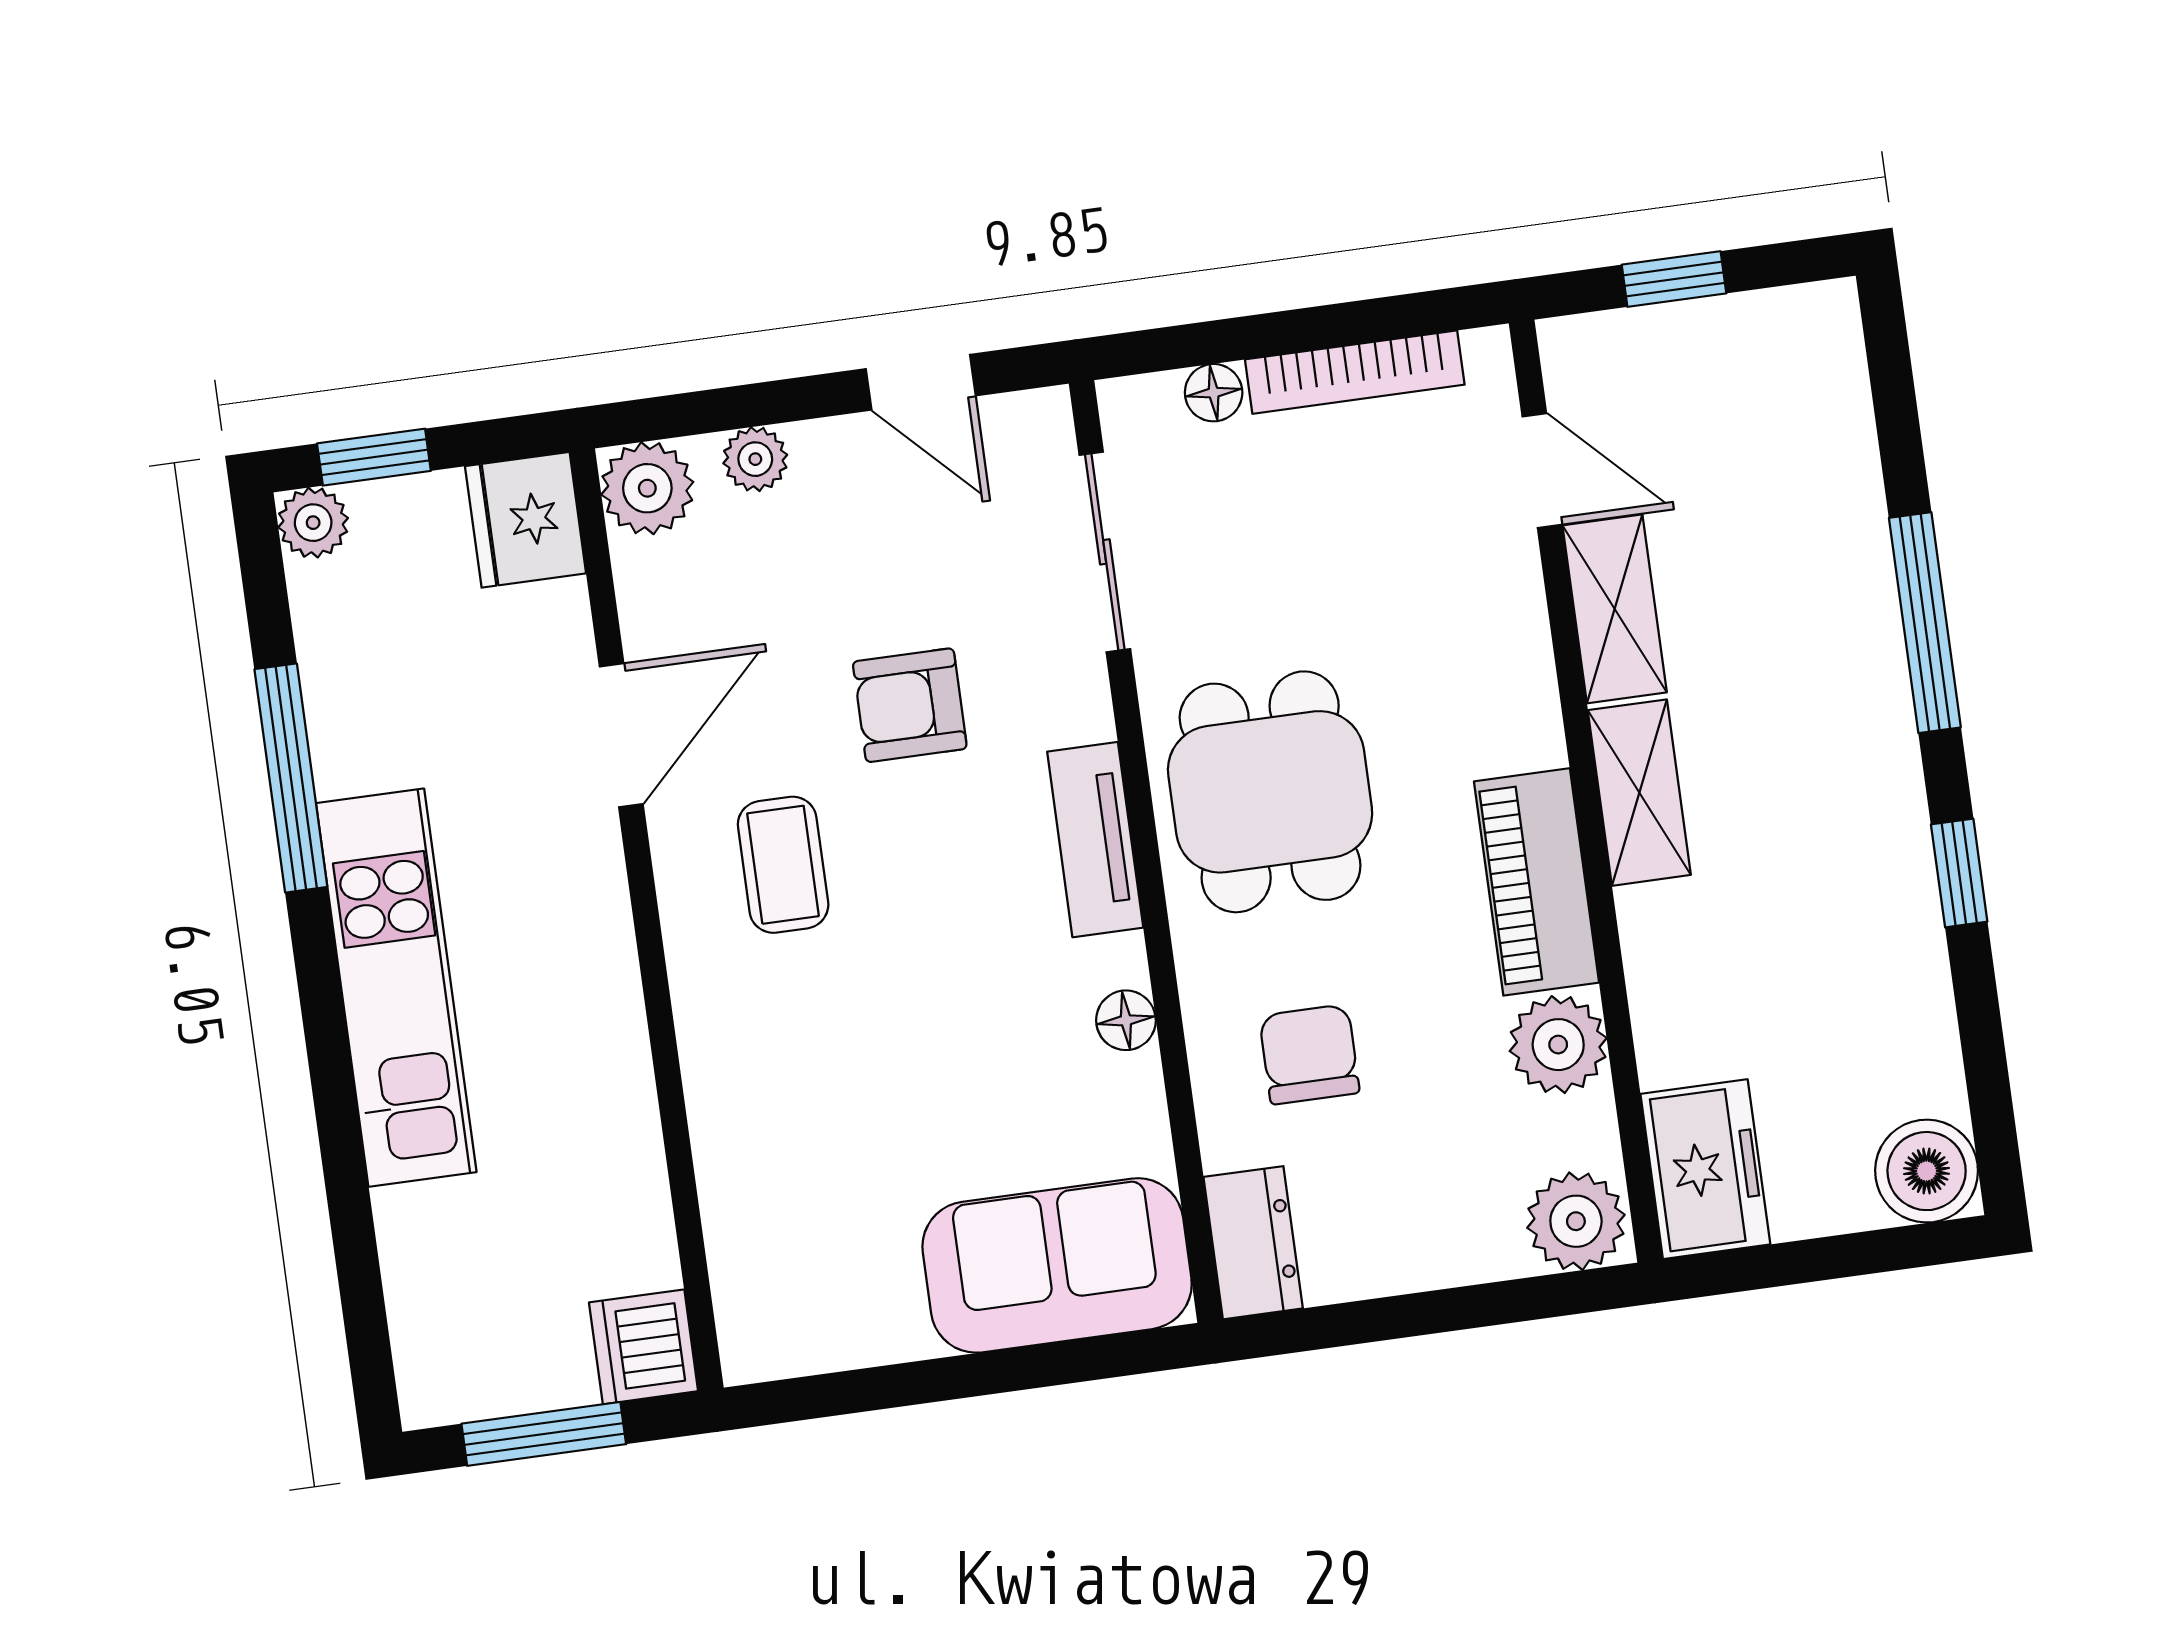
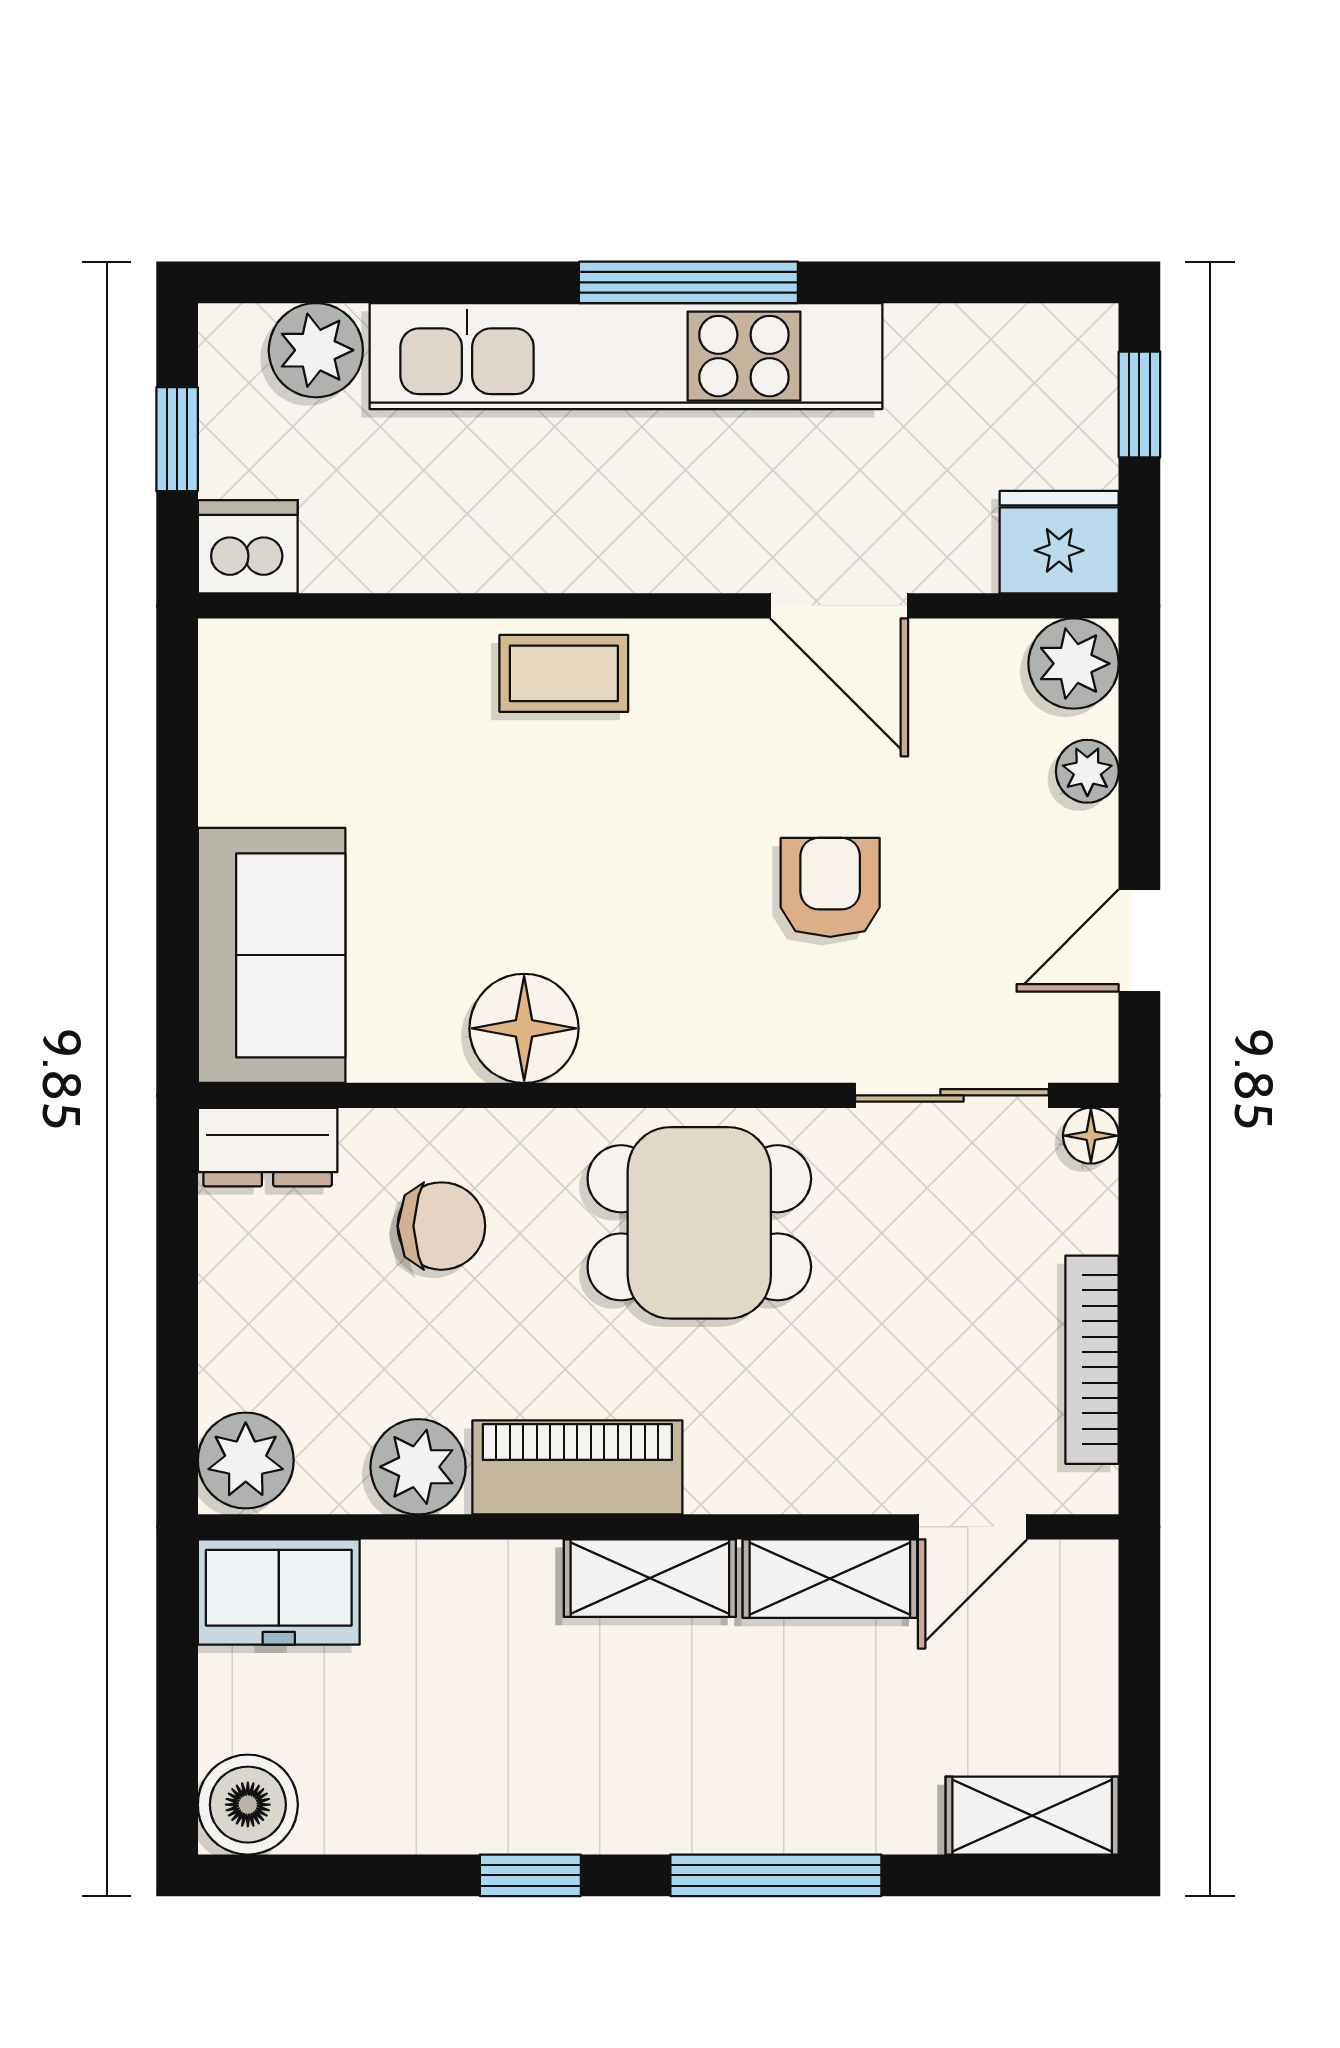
window: (1674, 279) -> (1139, 1679), removed
shelving: (1828, 369) -> (1032, 1816), added
floor lamp: (1214, 393) -> (1091, 1136), moved
plant: (313, 523) -> (316, 350), moved, width x1.38, depth x1.38
window: (291, 778) -> (688, 282), moved
tv unit: (1095, 840) -> (676, 1048), removed
coffee table: (783, 865) -> (564, 673), moved
kitchen unit: (396, 988) -> (626, 356), width x1.36
floor lamp: (1126, 1020) -> (524, 1028), width x1.89, depth x1.89
window: (544, 1434) -> (177, 439), width x0.67

